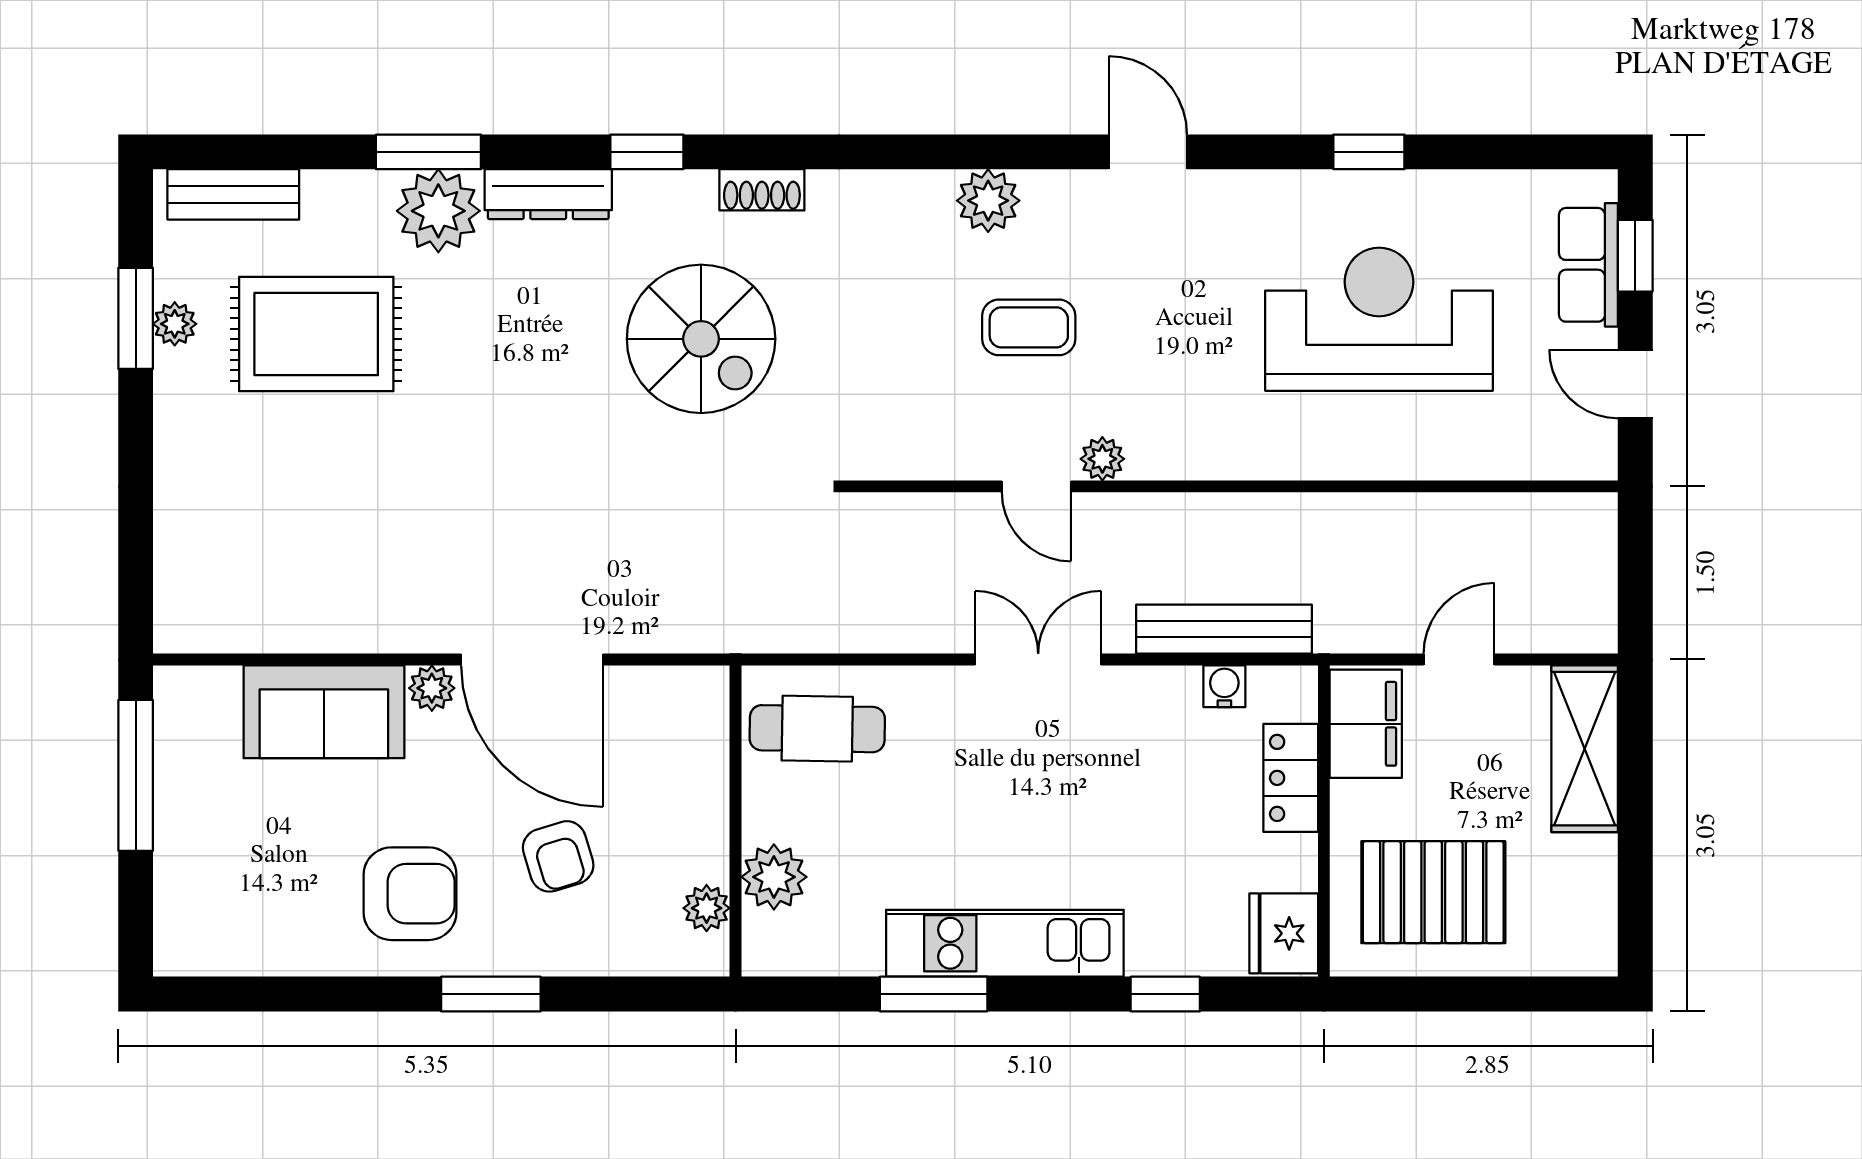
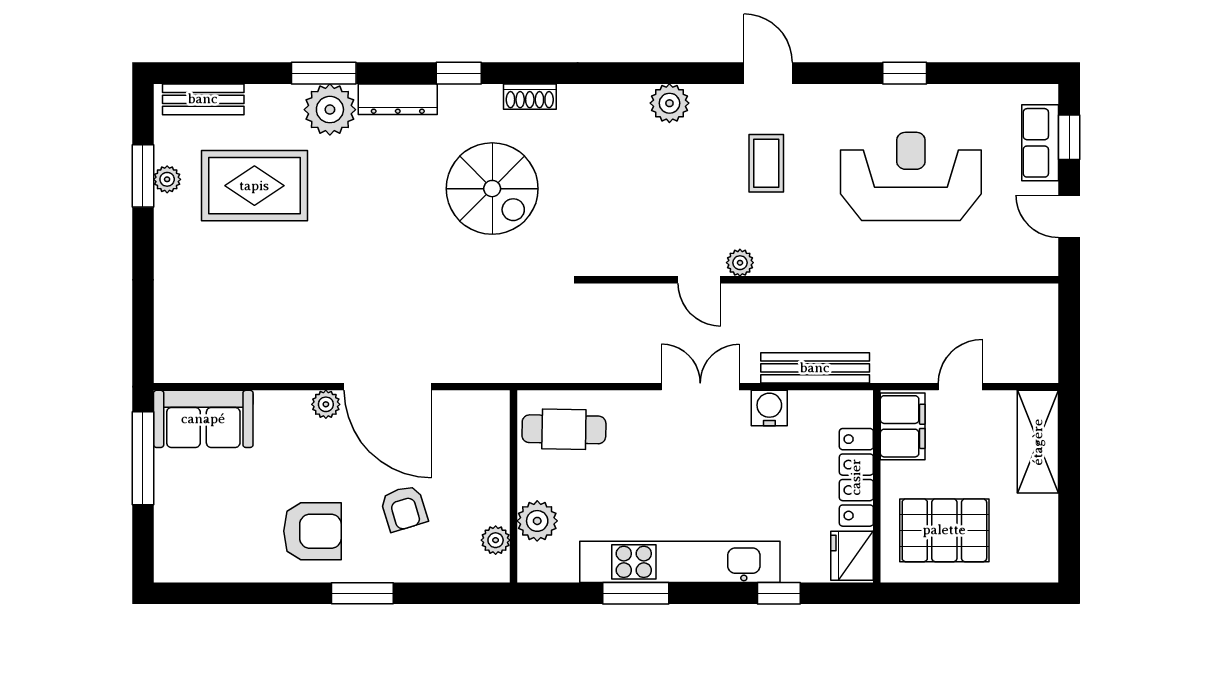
coffee table: (1029, 327) -> (766, 163), moved, turned 90
water cooler: (1224, 686) -> (769, 408), moved, width x1.38, depth x1.38
sofa: (324, 712) -> (203, 419), moved
locker: (1291, 778) -> (856, 477), width x1.53
kitchen unit: (1005, 943) -> (680, 562), width x1.36

